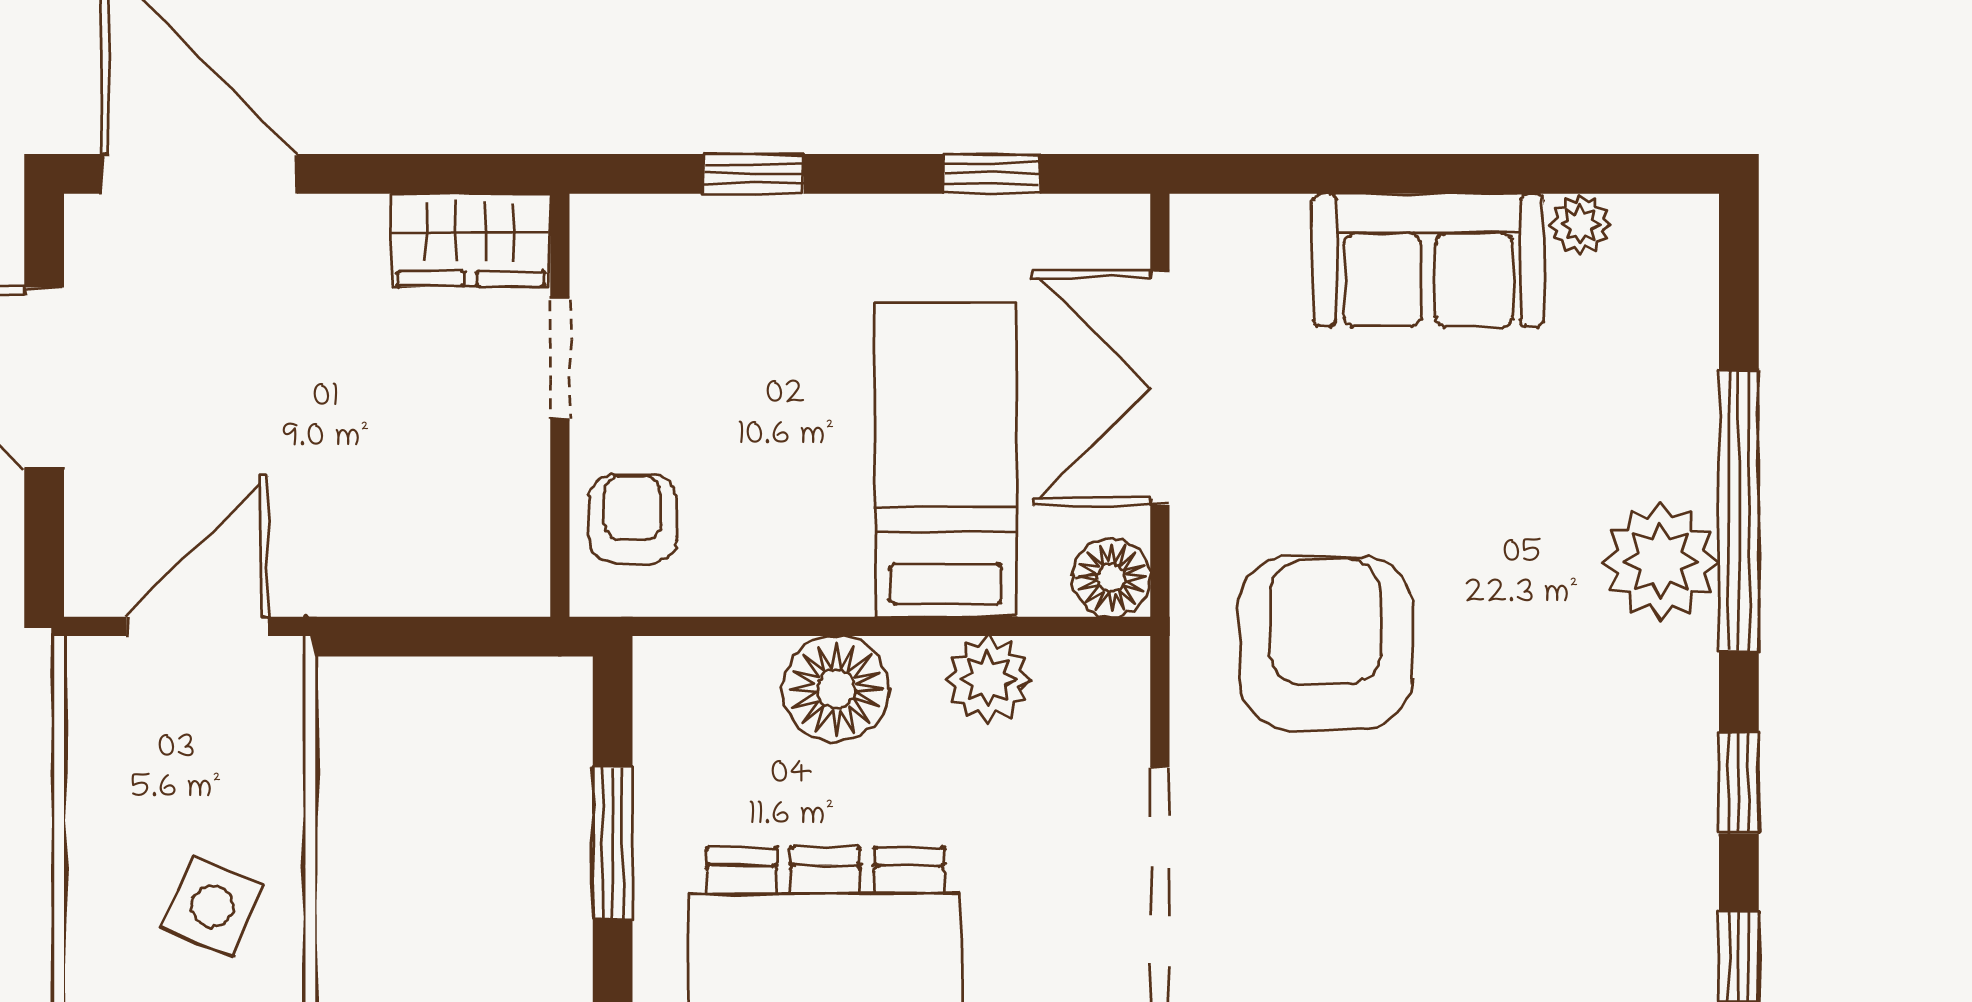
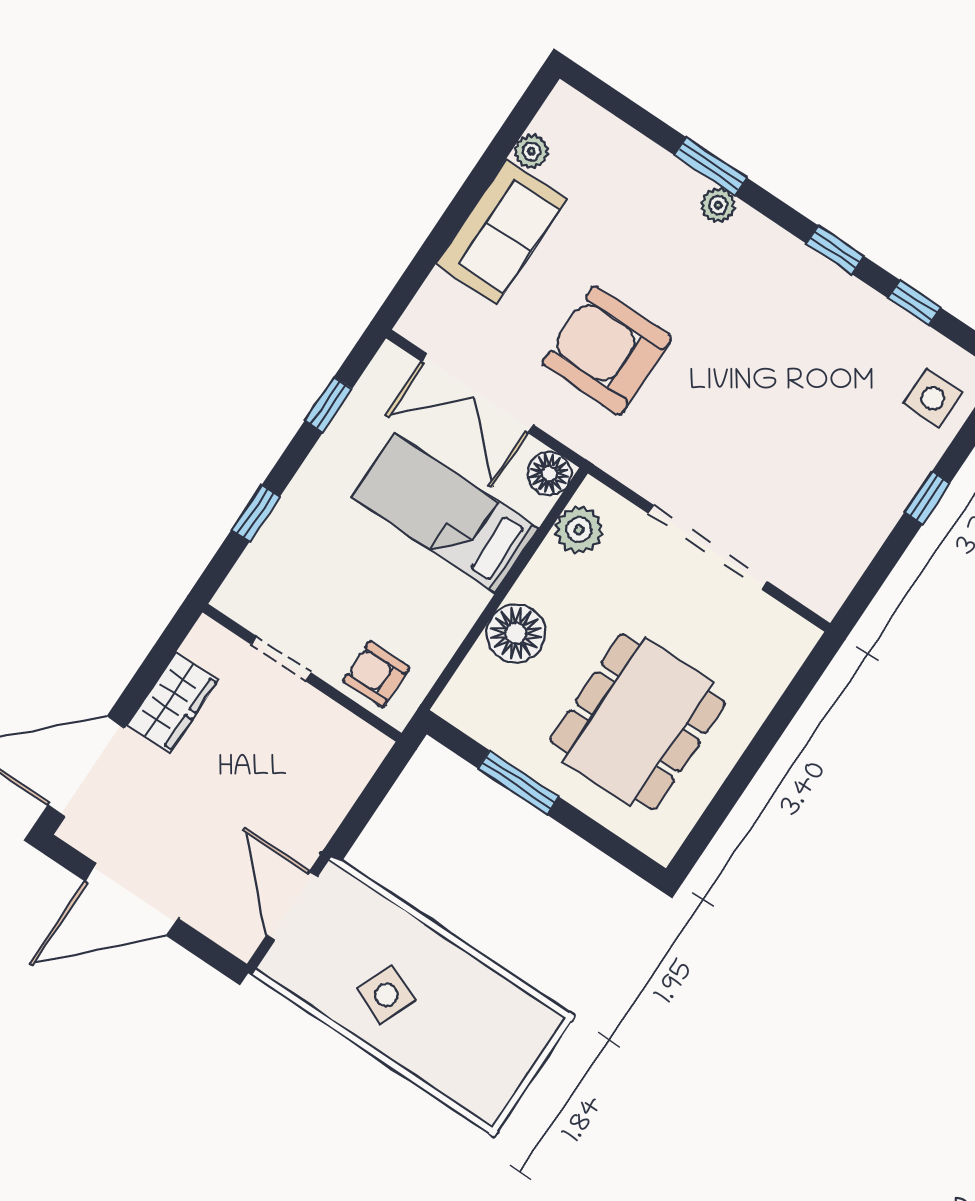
wardrobe: (471, 240) -> (173, 702), moved
window: (1739, 511) -> (711, 166), width x0.47
plant: (1661, 561) -> (718, 205), width x0.53, depth x0.53
armchair: (1326, 643) -> (607, 350), moved
plant: (988, 679) -> (579, 530), moved
side table: (212, 906) -> (386, 995), moved

